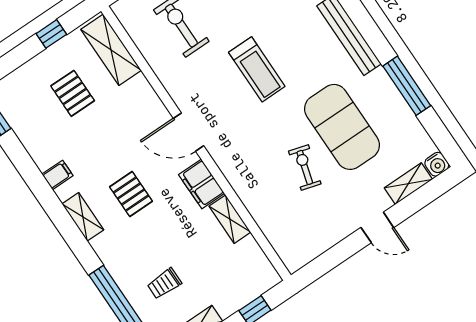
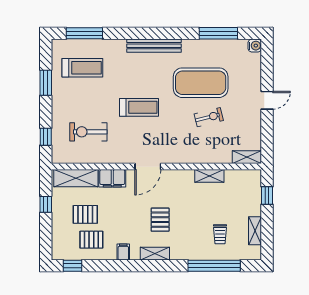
window: (407, 86) -> (218, 33), moved
pallet: (46, 123) -> (91, 240), added
exercise bike: (305, 167) -> (209, 117), turned 150
filing cabinet: (202, 184) -> (112, 178), moved
shelving: (408, 184) -> (247, 157), moved, turned 90
pallet: (131, 194) -> (160, 220), turned 90

